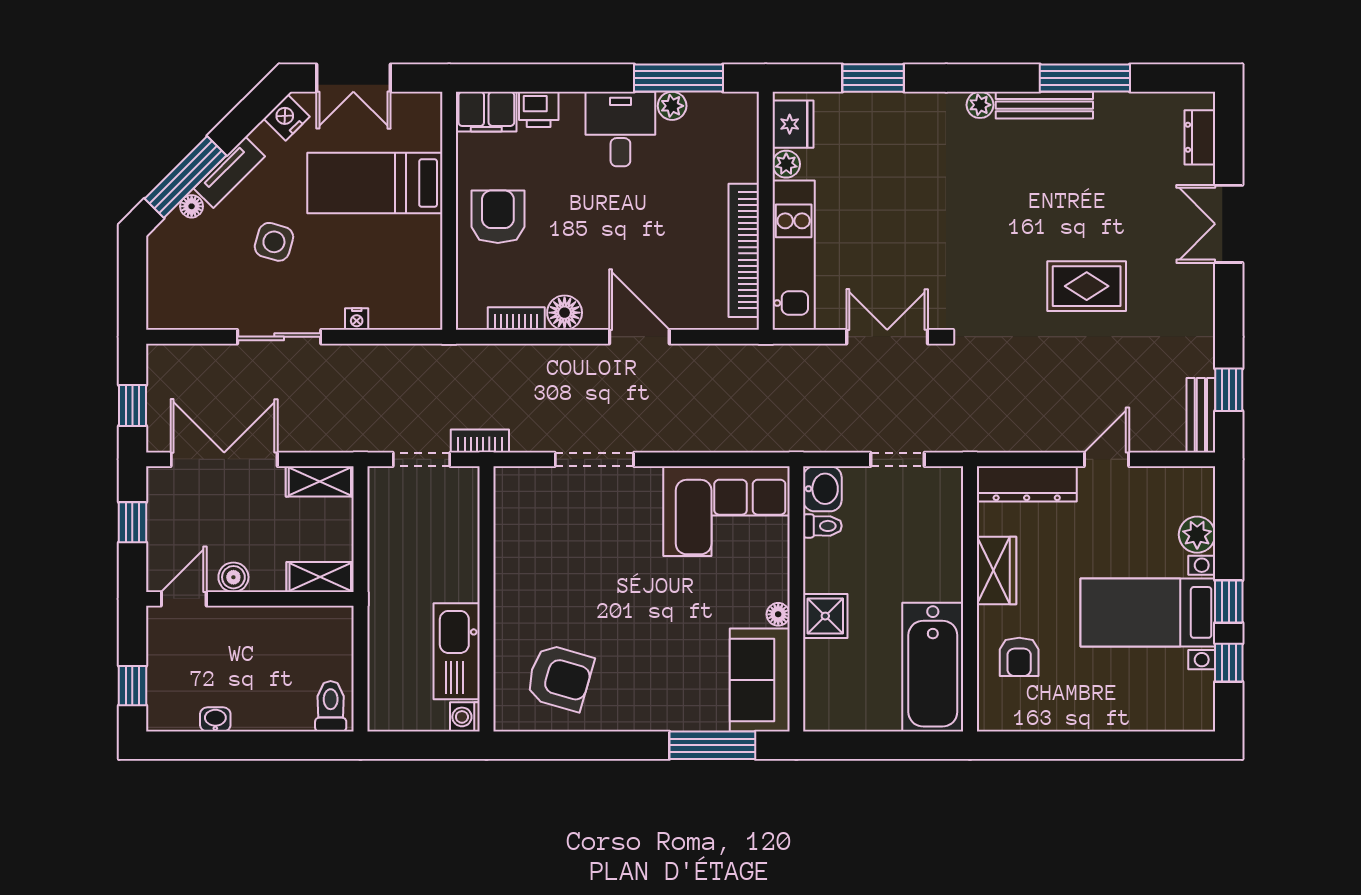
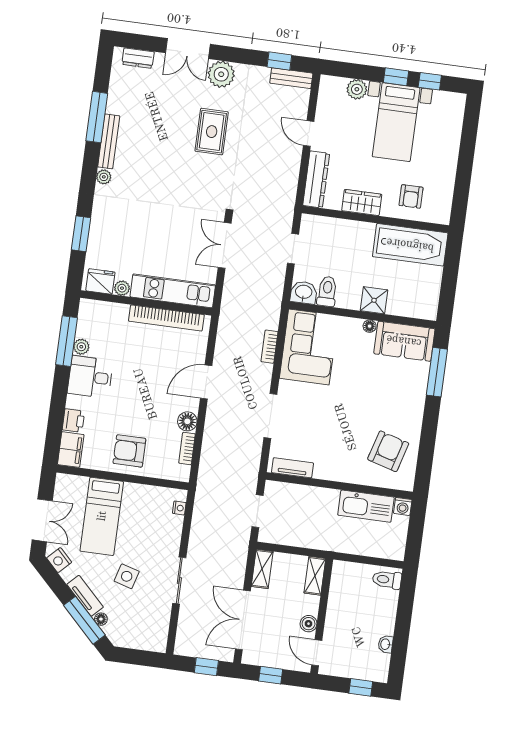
plant: (1191, 289) -> (221, 74), added
nightstand: (357, 319) -> (179, 508), moved
bookcase: (480, 441) -> (269, 347), moved
tv unit: (507, 511) -> (292, 468), added
toilet: (822, 526) -> (327, 291), width x1.37, depth x1.39
armchair: (1019, 657) -> (411, 196), turned 90

